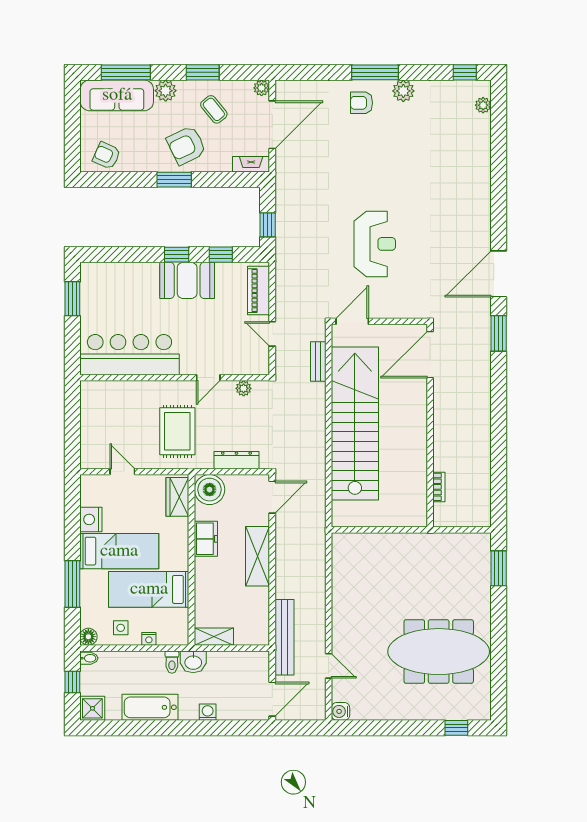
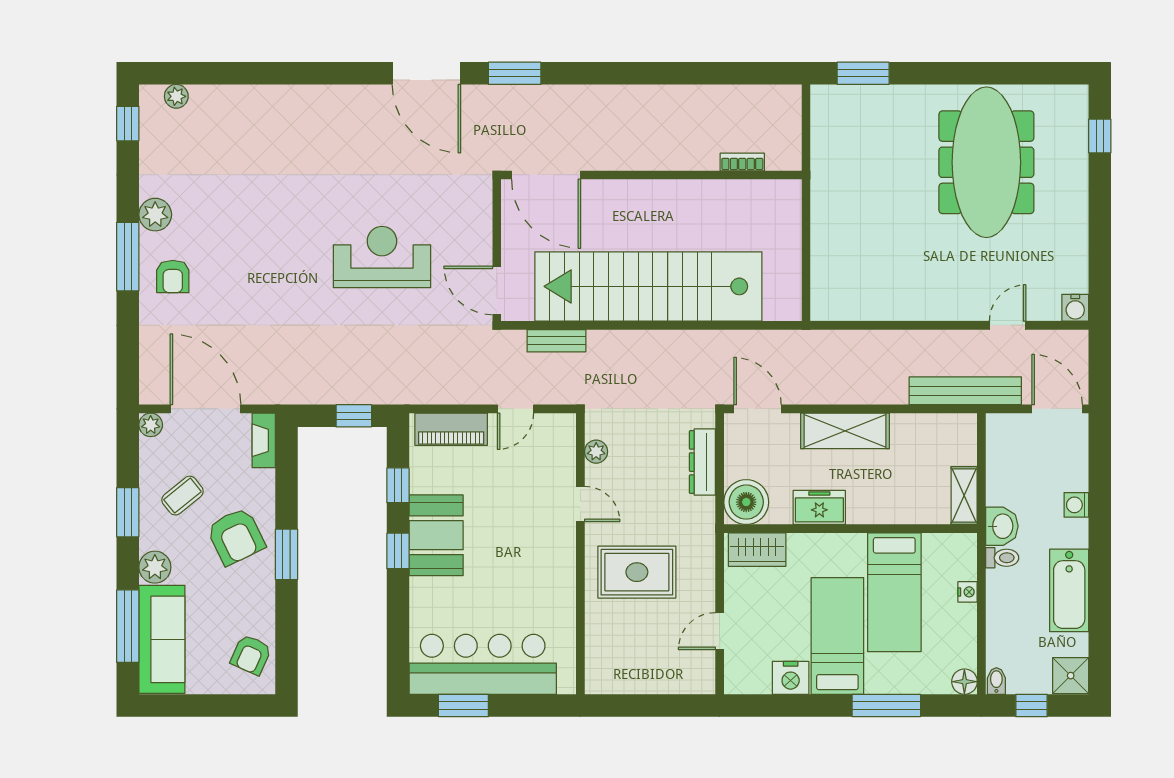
bar counter: (129, 355) -> (483, 664), moved, turned 90
rug: (177, 431) -> (637, 572), moved
side table: (121, 628) -> (951, 634), removed

